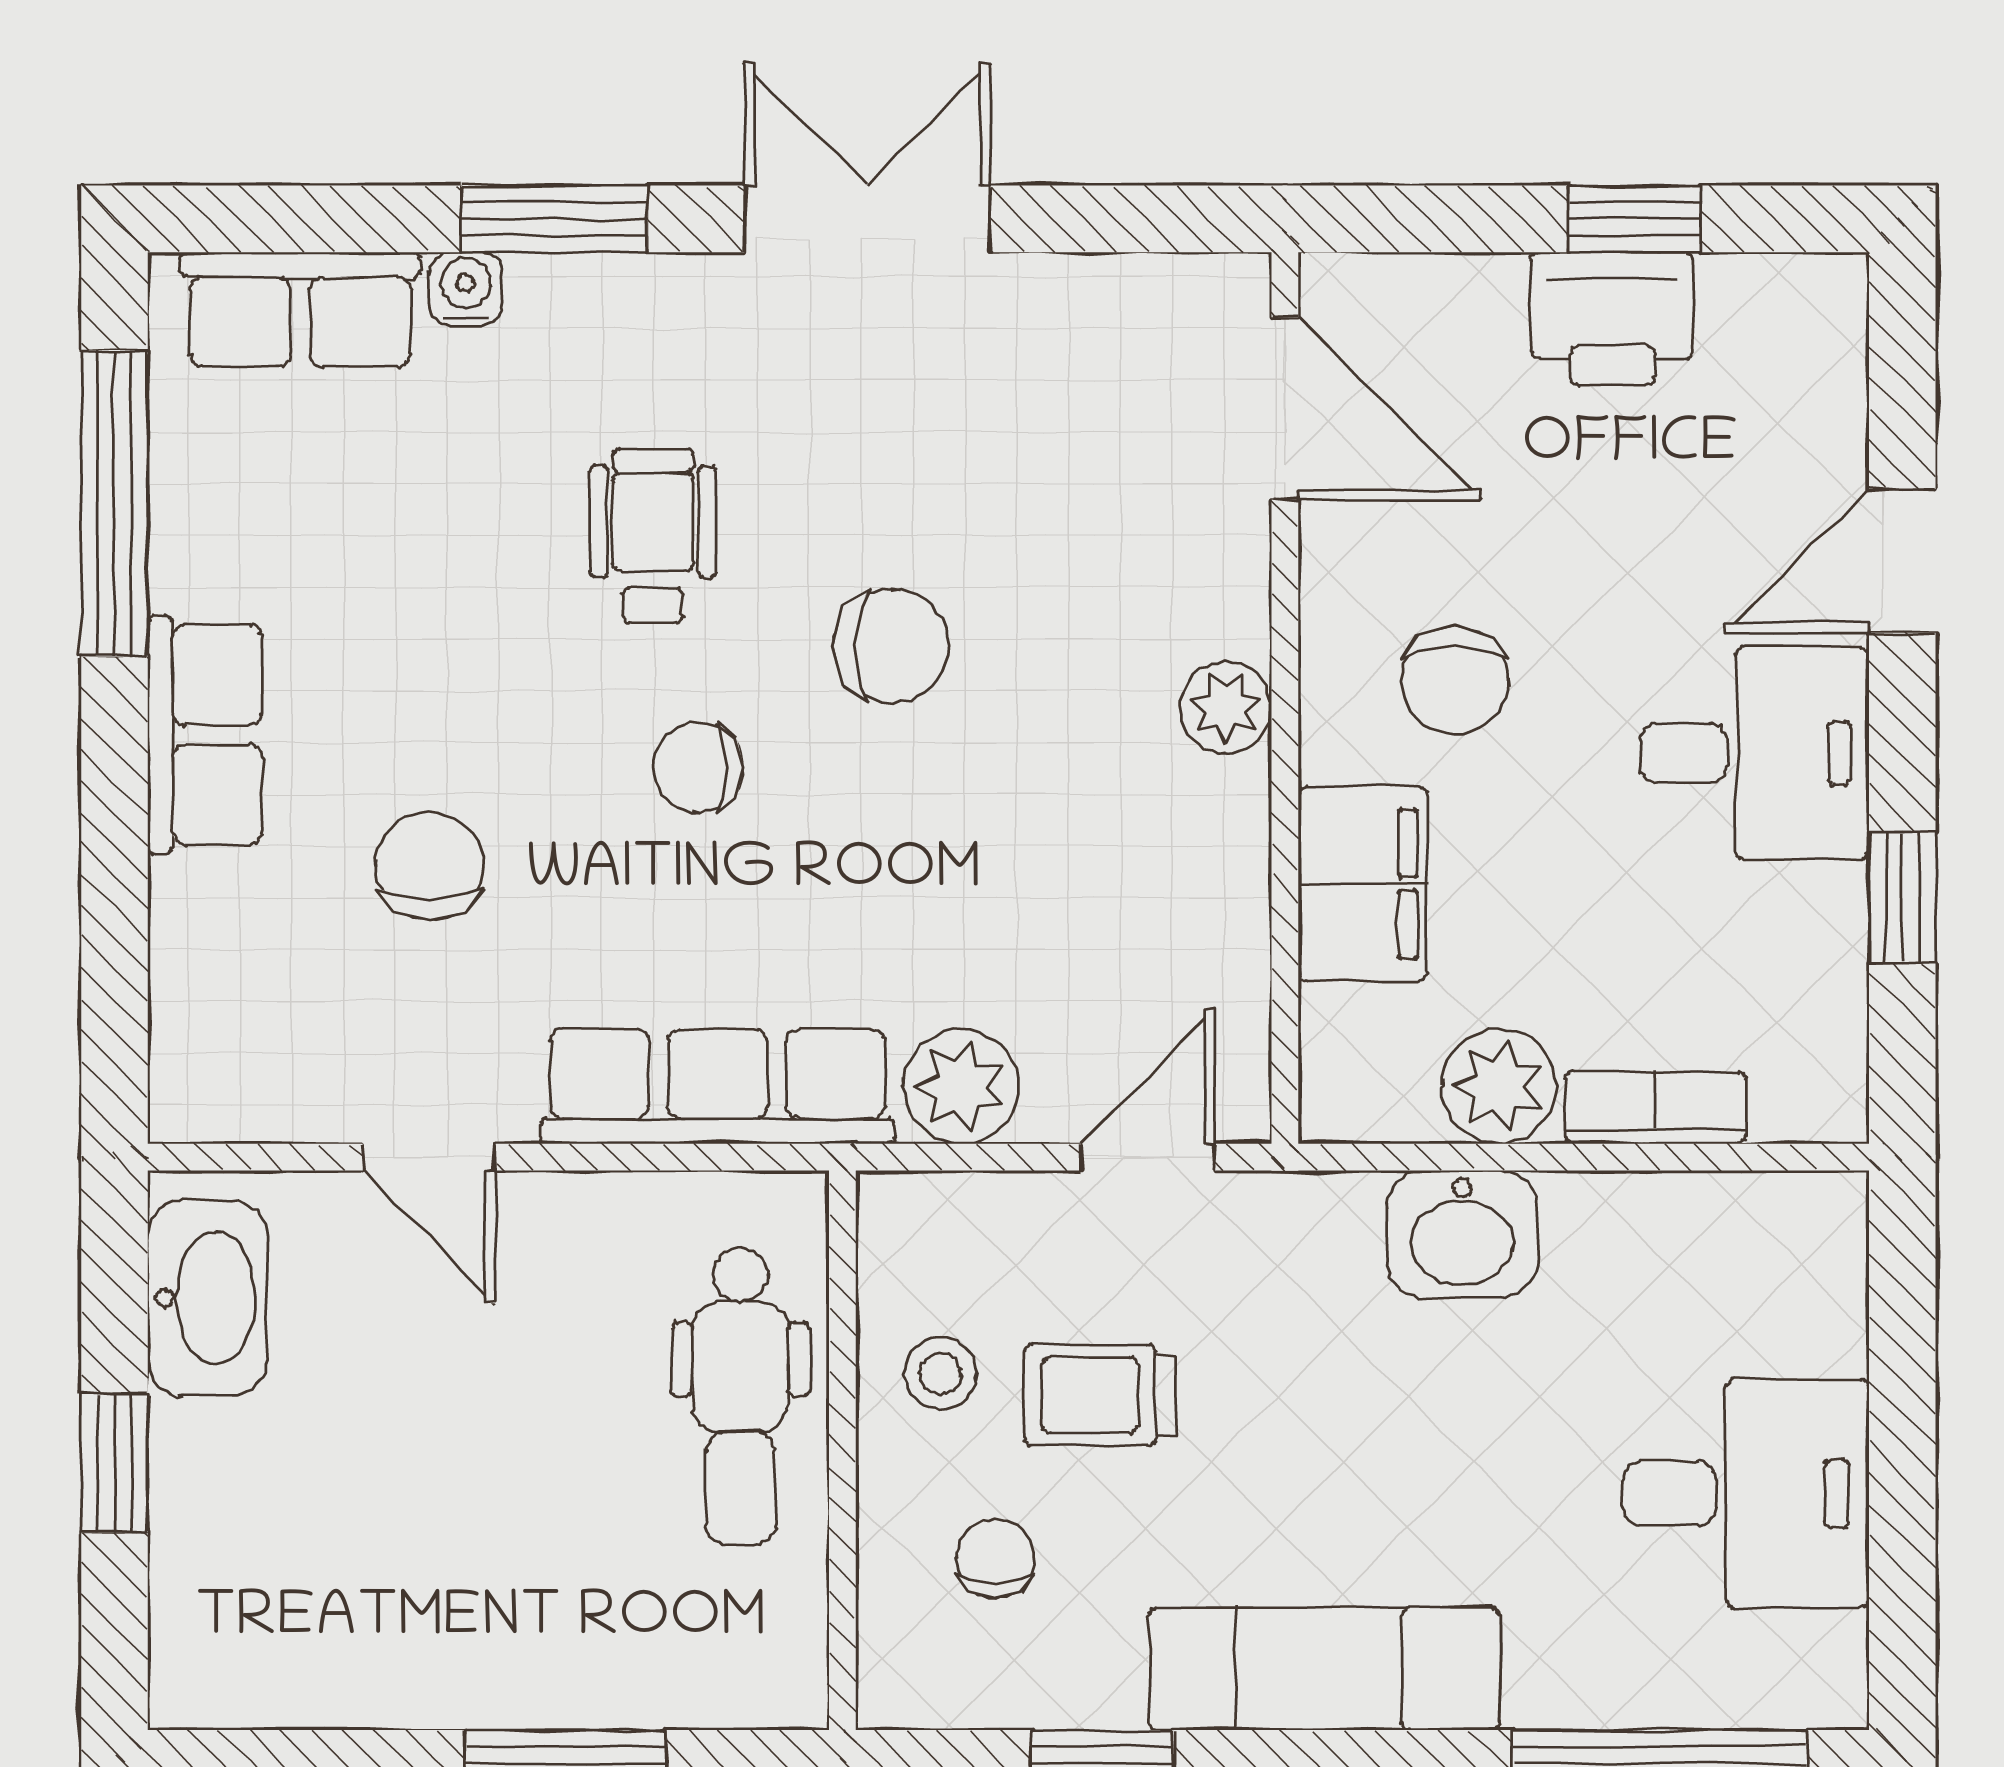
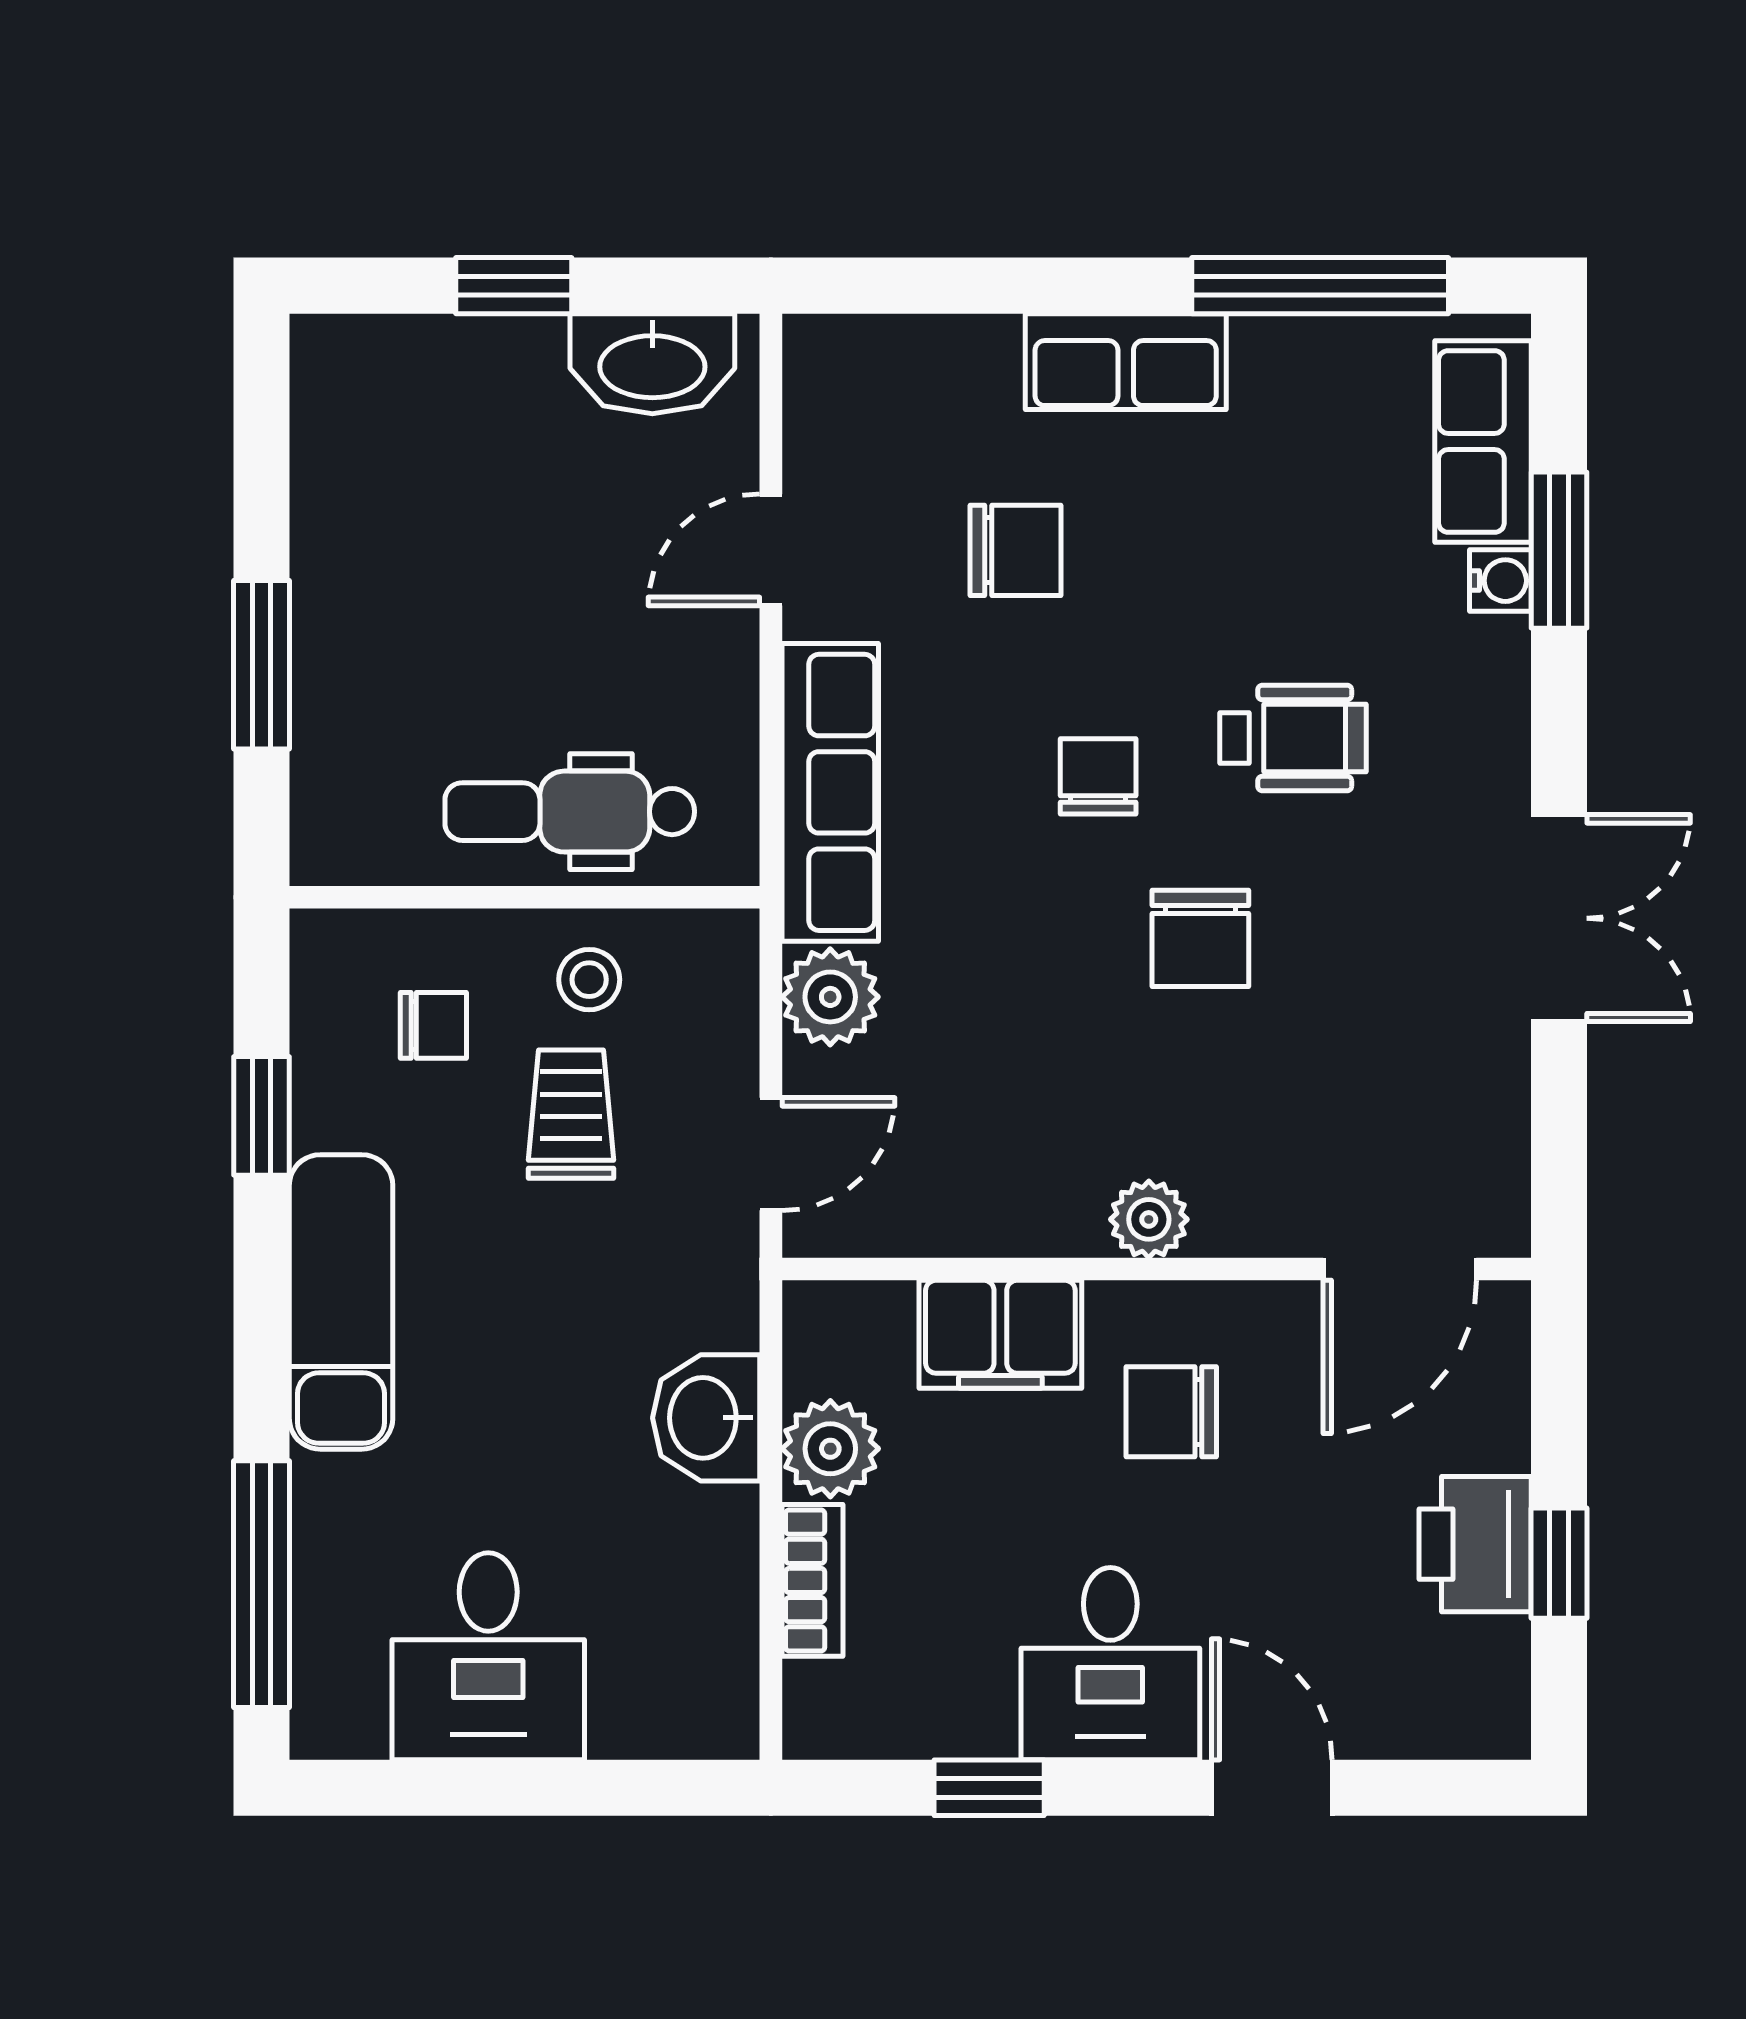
window: (554, 219) -> (1559, 550), moved
door: (1148, 1157) -> (771, 1154), hinge flipped

